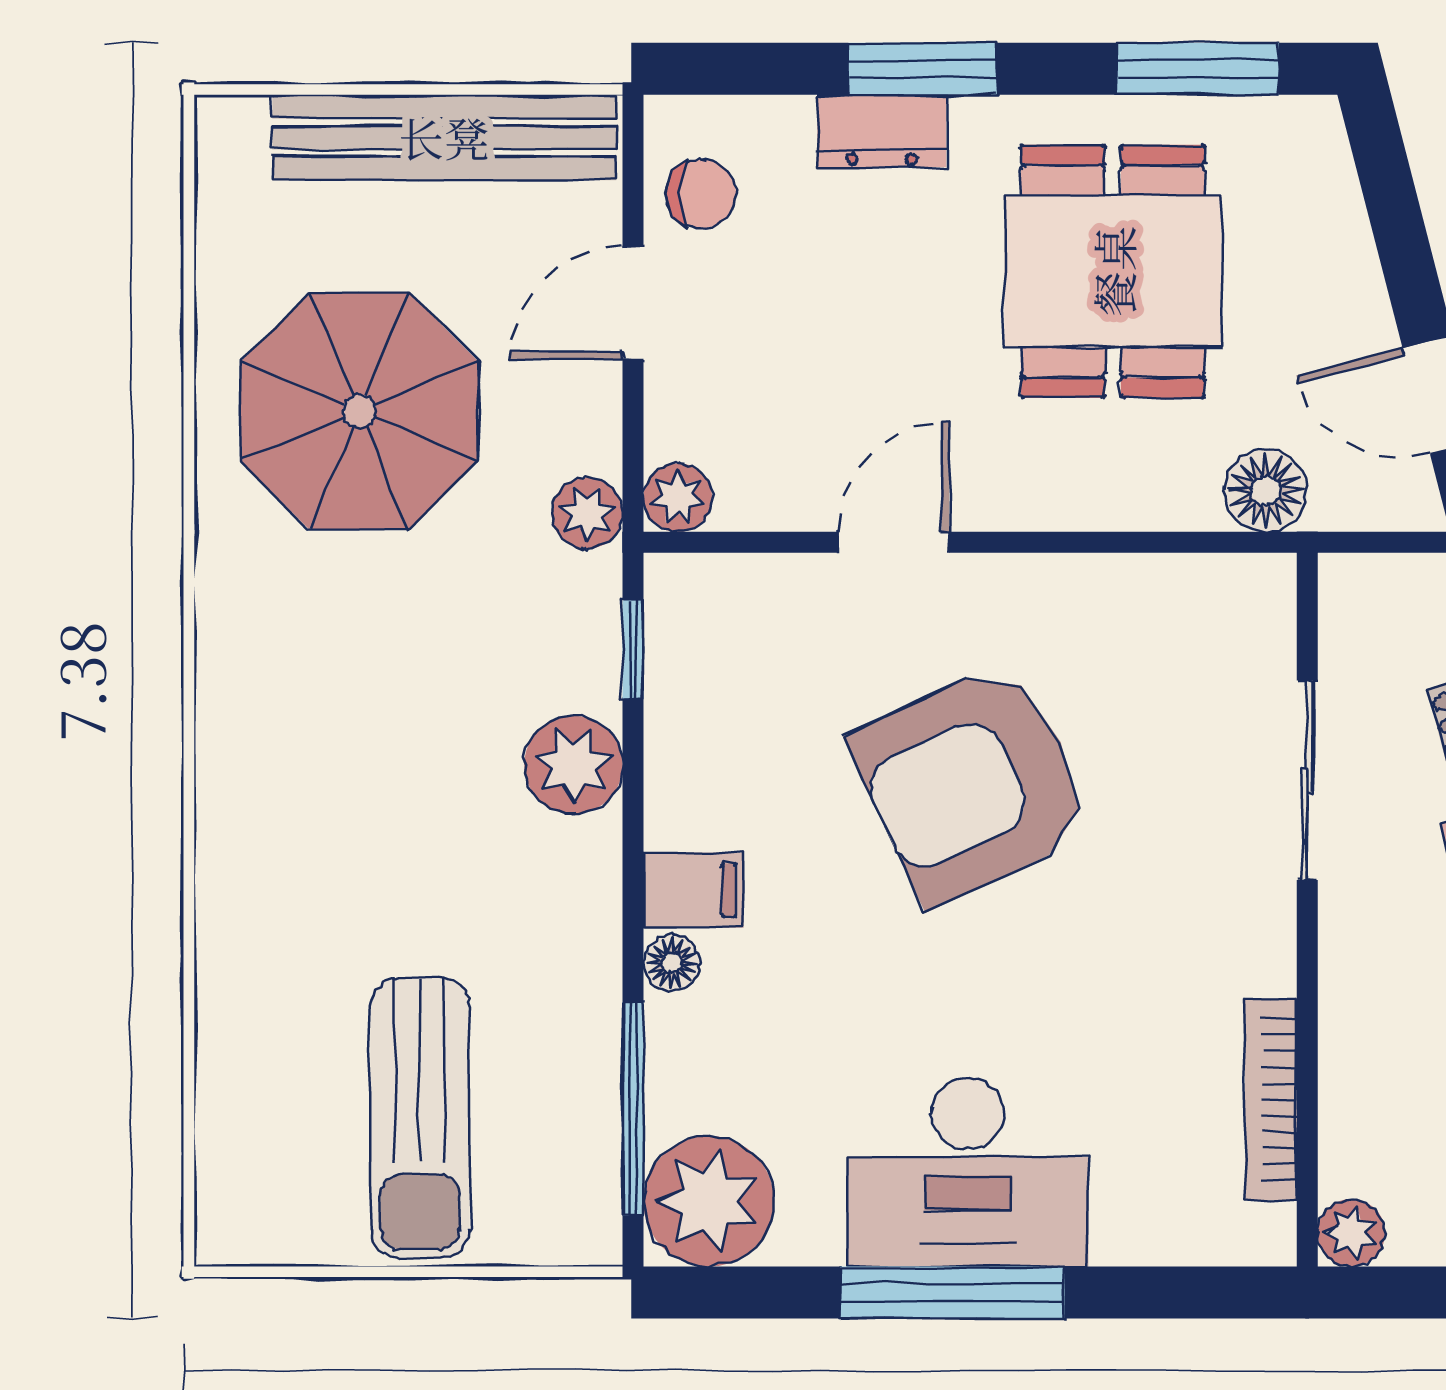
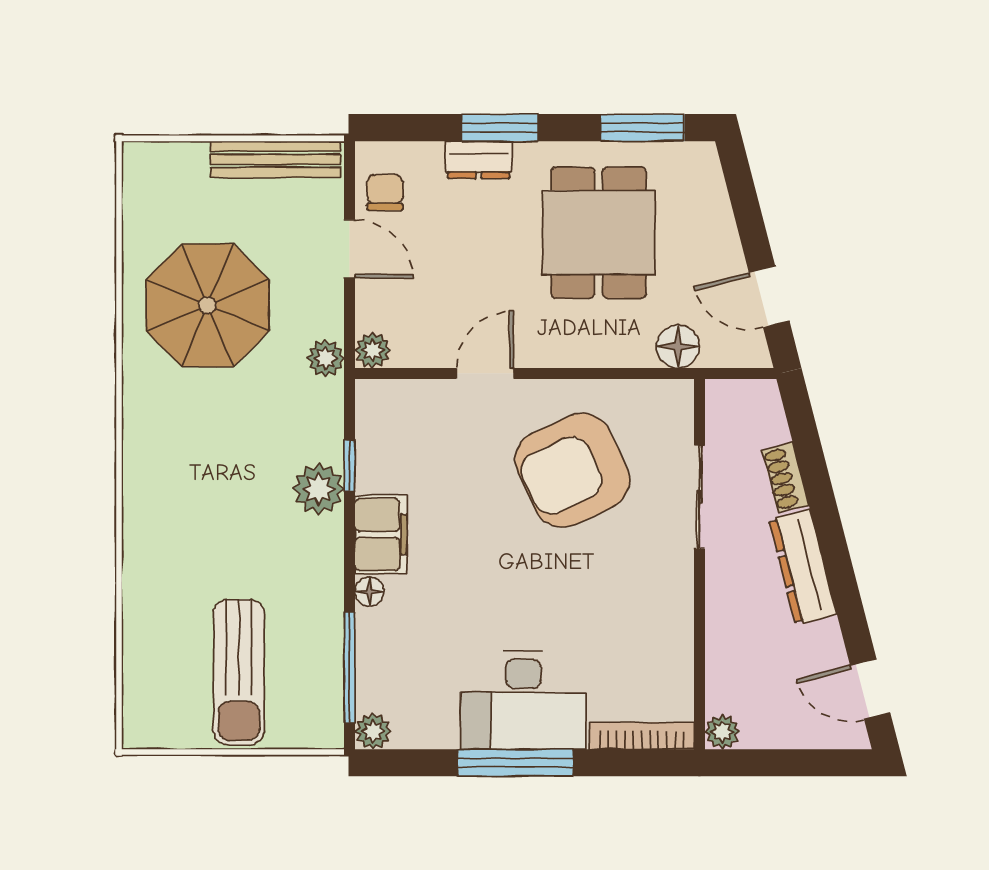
bench: (444, 137) -> (275, 159), width x0.73, depth x0.82
chair: (701, 194) -> (385, 192), turned -90
door: (633, 303) -> (350, 249), swing flipped
window: (633, 650) -> (350, 466), moved
armchair: (972, 783) -> (572, 470), moved
filing cabinet: (694, 890) -> (381, 534), width x2.00
bookcase: (1271, 1099) -> (642, 736), moved, turned 90
plant: (709, 1201) -> (373, 731), width x0.53, depth x0.53

